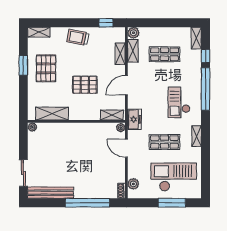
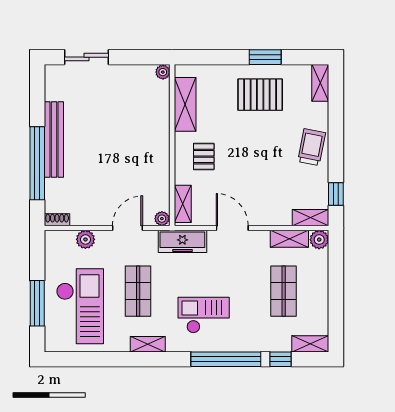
shelving: (120, 54) -> (310, 218), moved
pallet: (85, 85) -> (204, 157), moved, width x0.67, depth x0.71
freezer: (134, 119) -> (182, 241), width x1.40
plant: (133, 184) -> (85, 239), moved
bench: (51, 193) -> (54, 140), moved

